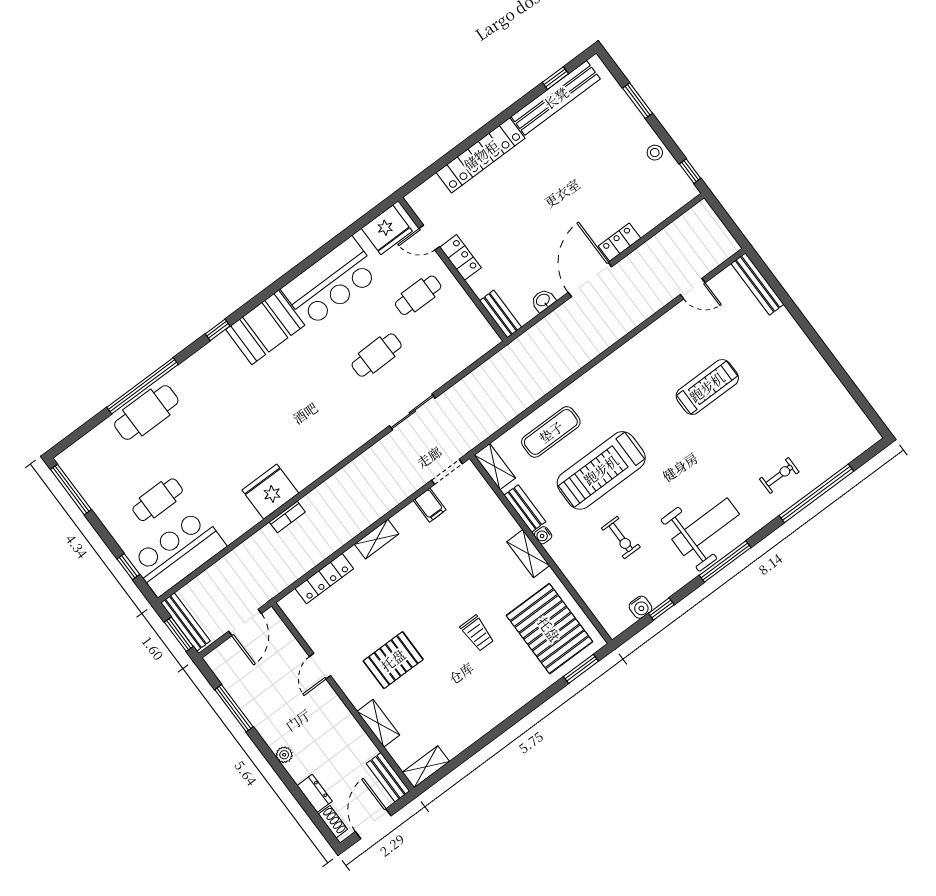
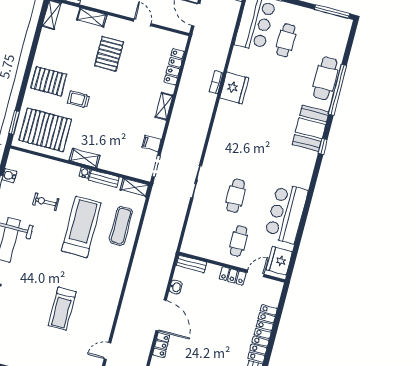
booth: (265, 327) -> (310, 128), moved
pallet: (496, 686) -> (49, 81), added

